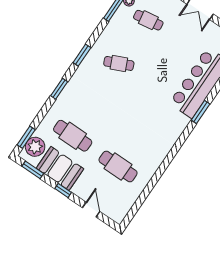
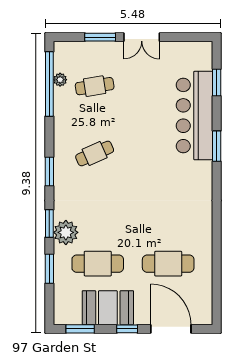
window: (26, 137) -> (49, 269), moved
plant: (35, 147) -> (66, 232), moved
door: (91, 210) -> (171, 329), width x1.87

